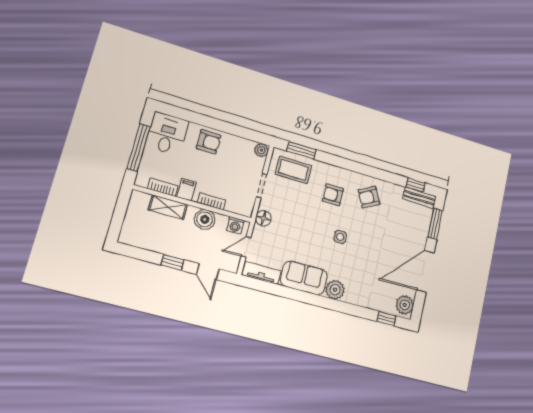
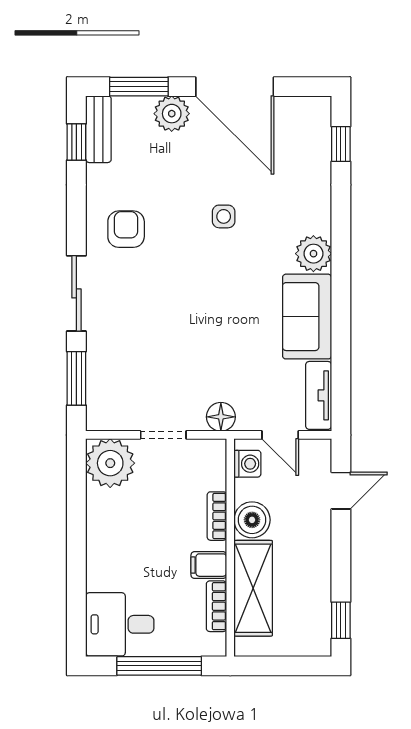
armchair: (209, 142) -> (112, 549), removed
plant: (261, 150) -> (110, 463), width x1.87, depth x1.87
sliding door: (343, 163) -> (76, 293), added
coffee table: (293, 170) -> (118, 384), removed
armchair: (333, 195) -> (142, 299), removed
armchair: (369, 197) -> (126, 229), turned -152
shelving: (168, 207) -> (253, 588), width x1.50, depth x1.33
side table: (340, 237) -> (224, 216), moved
window: (173, 262) -> (341, 620), moved
plant: (405, 305) -> (172, 114), moved

